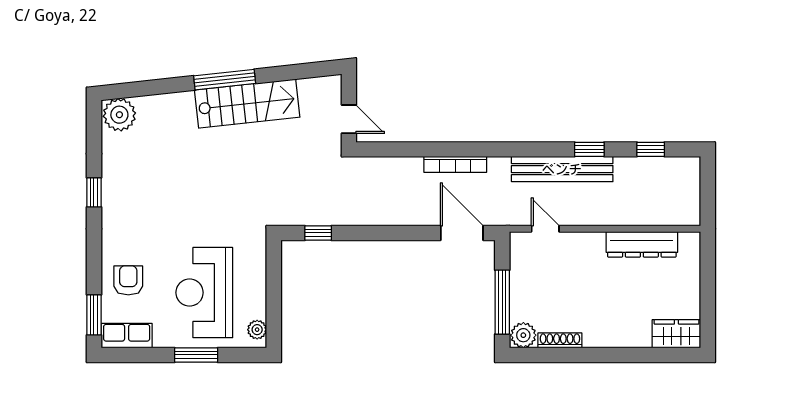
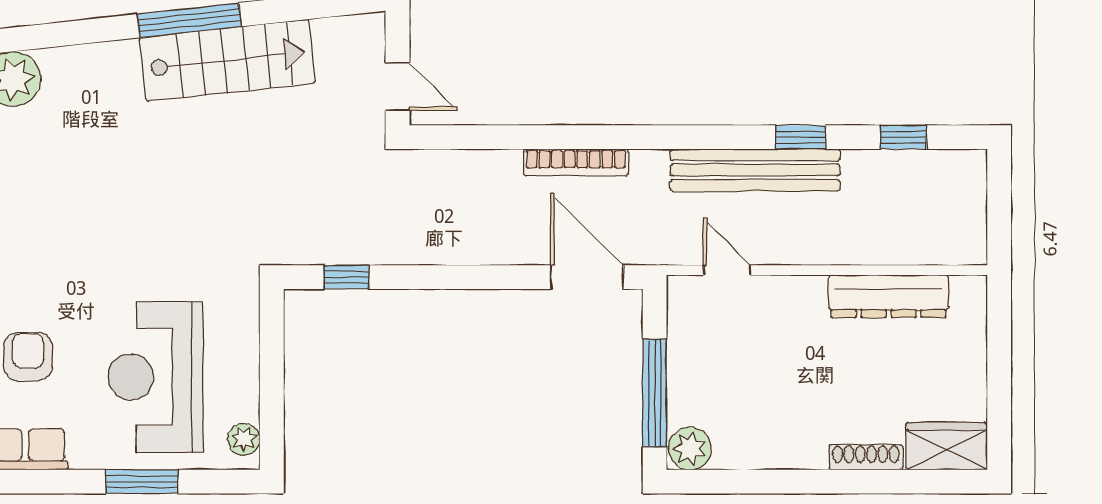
shoe rack: (560, 340) -> (866, 457), moved

